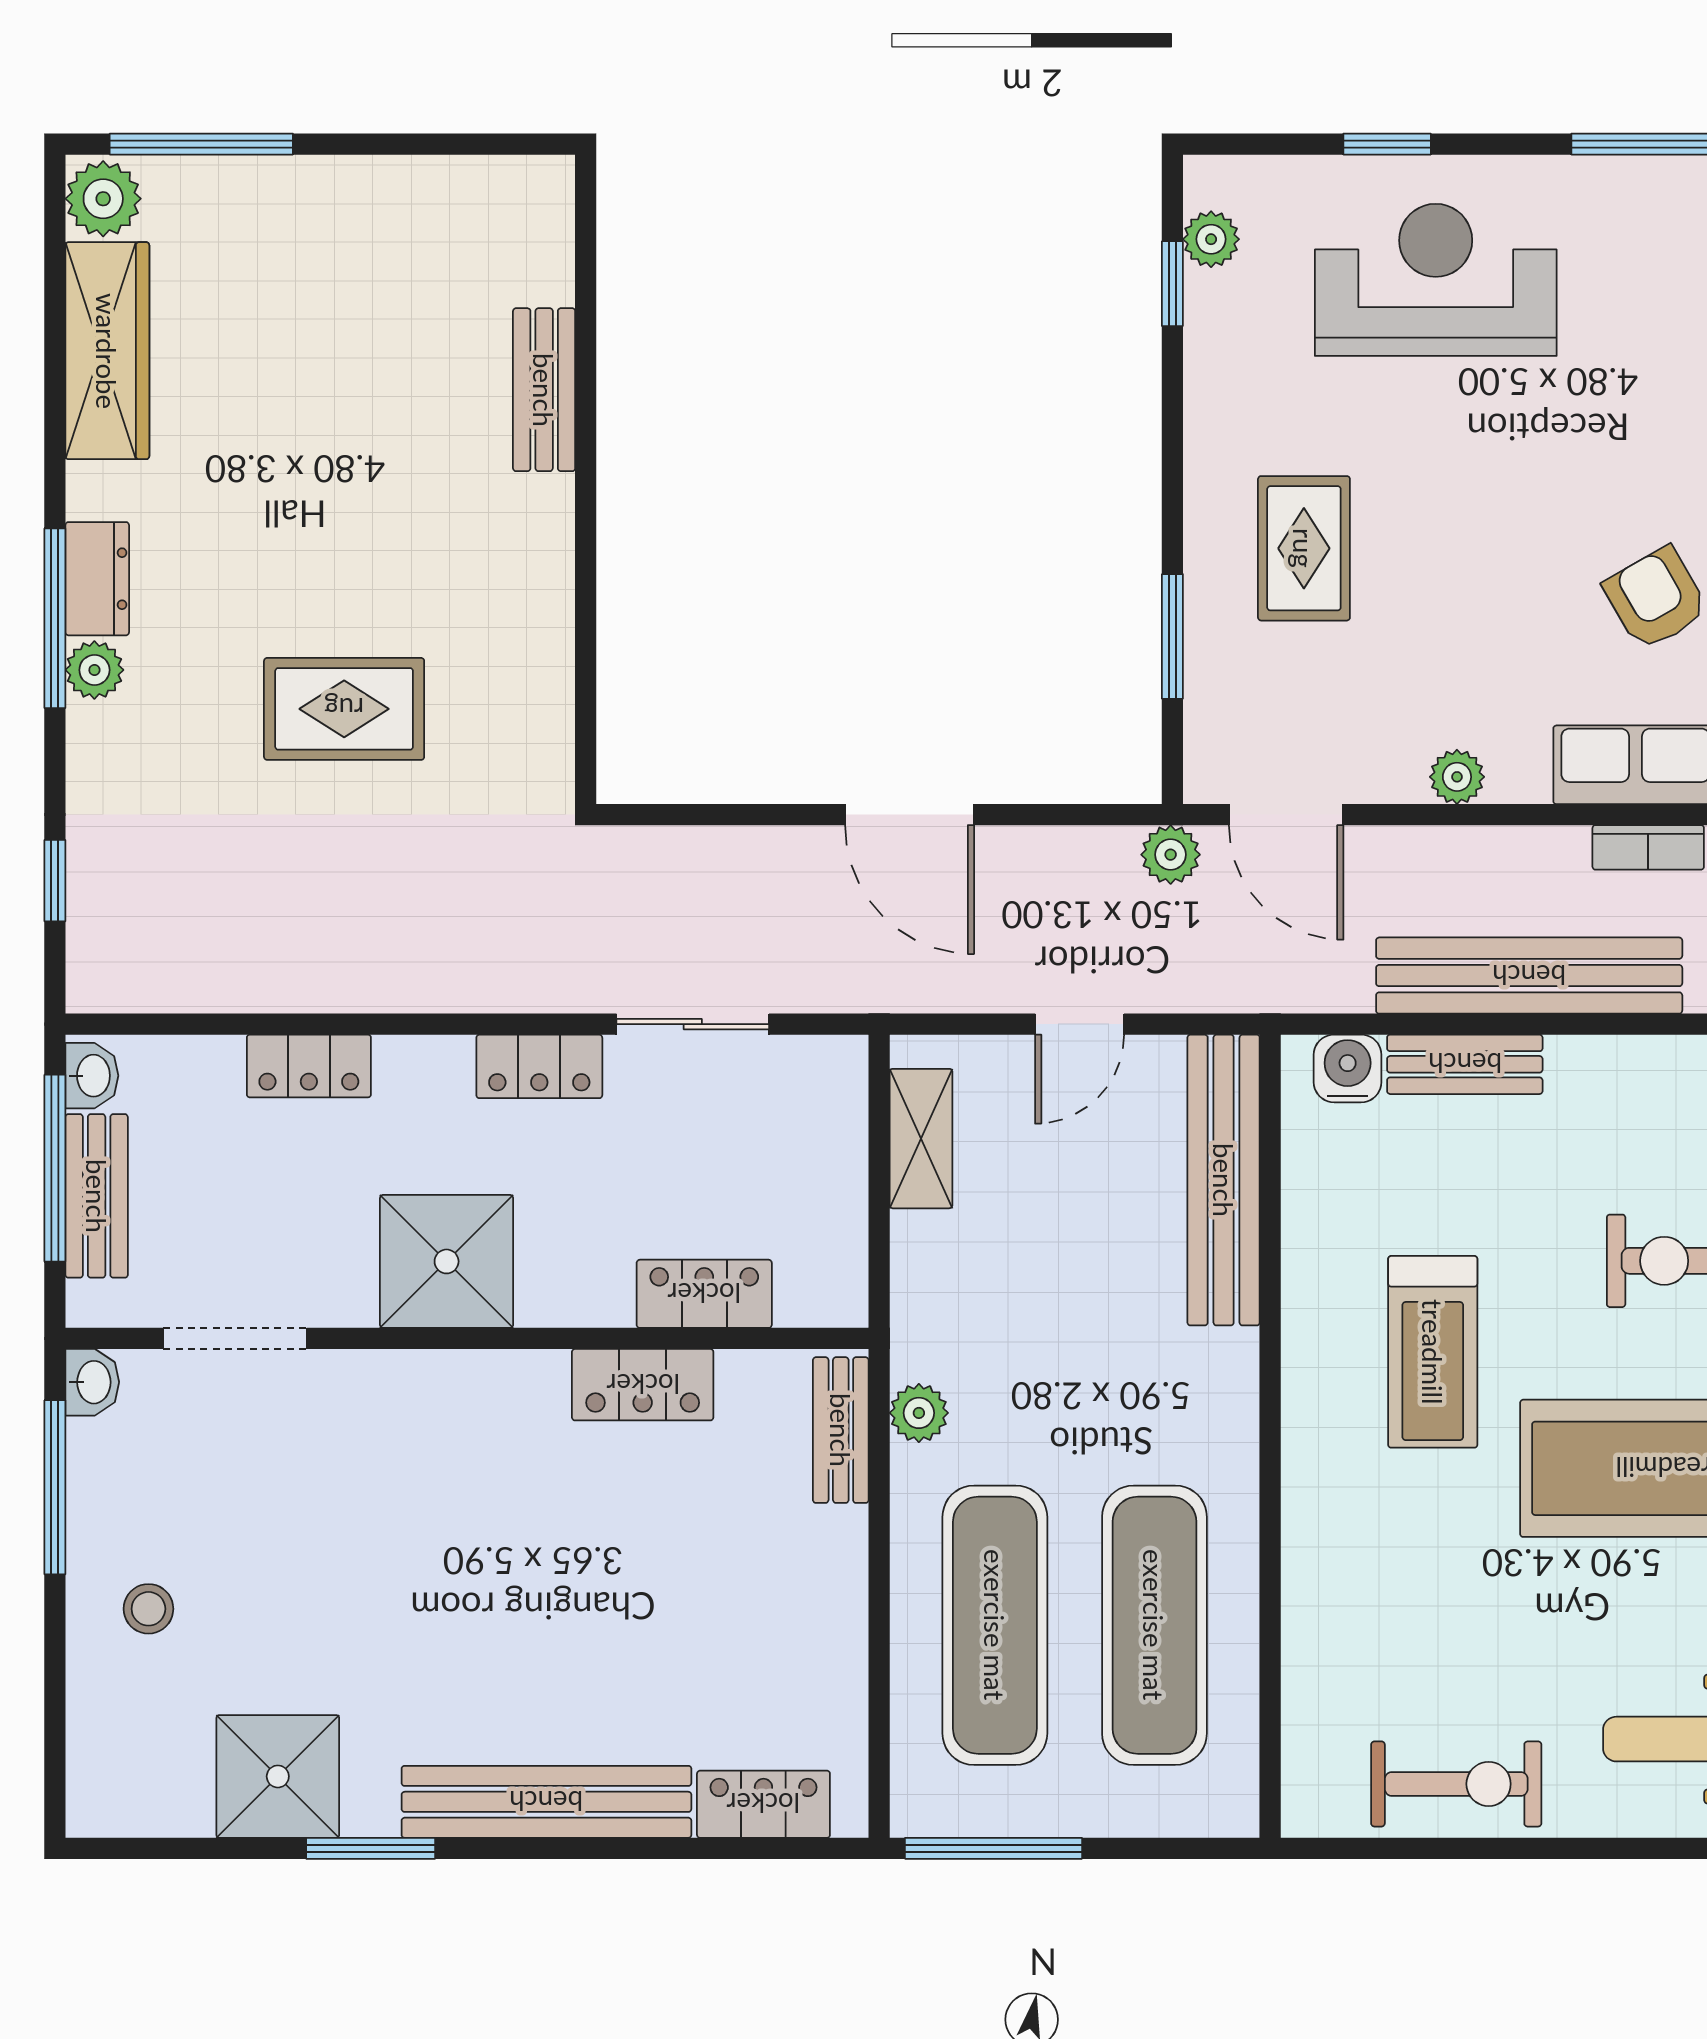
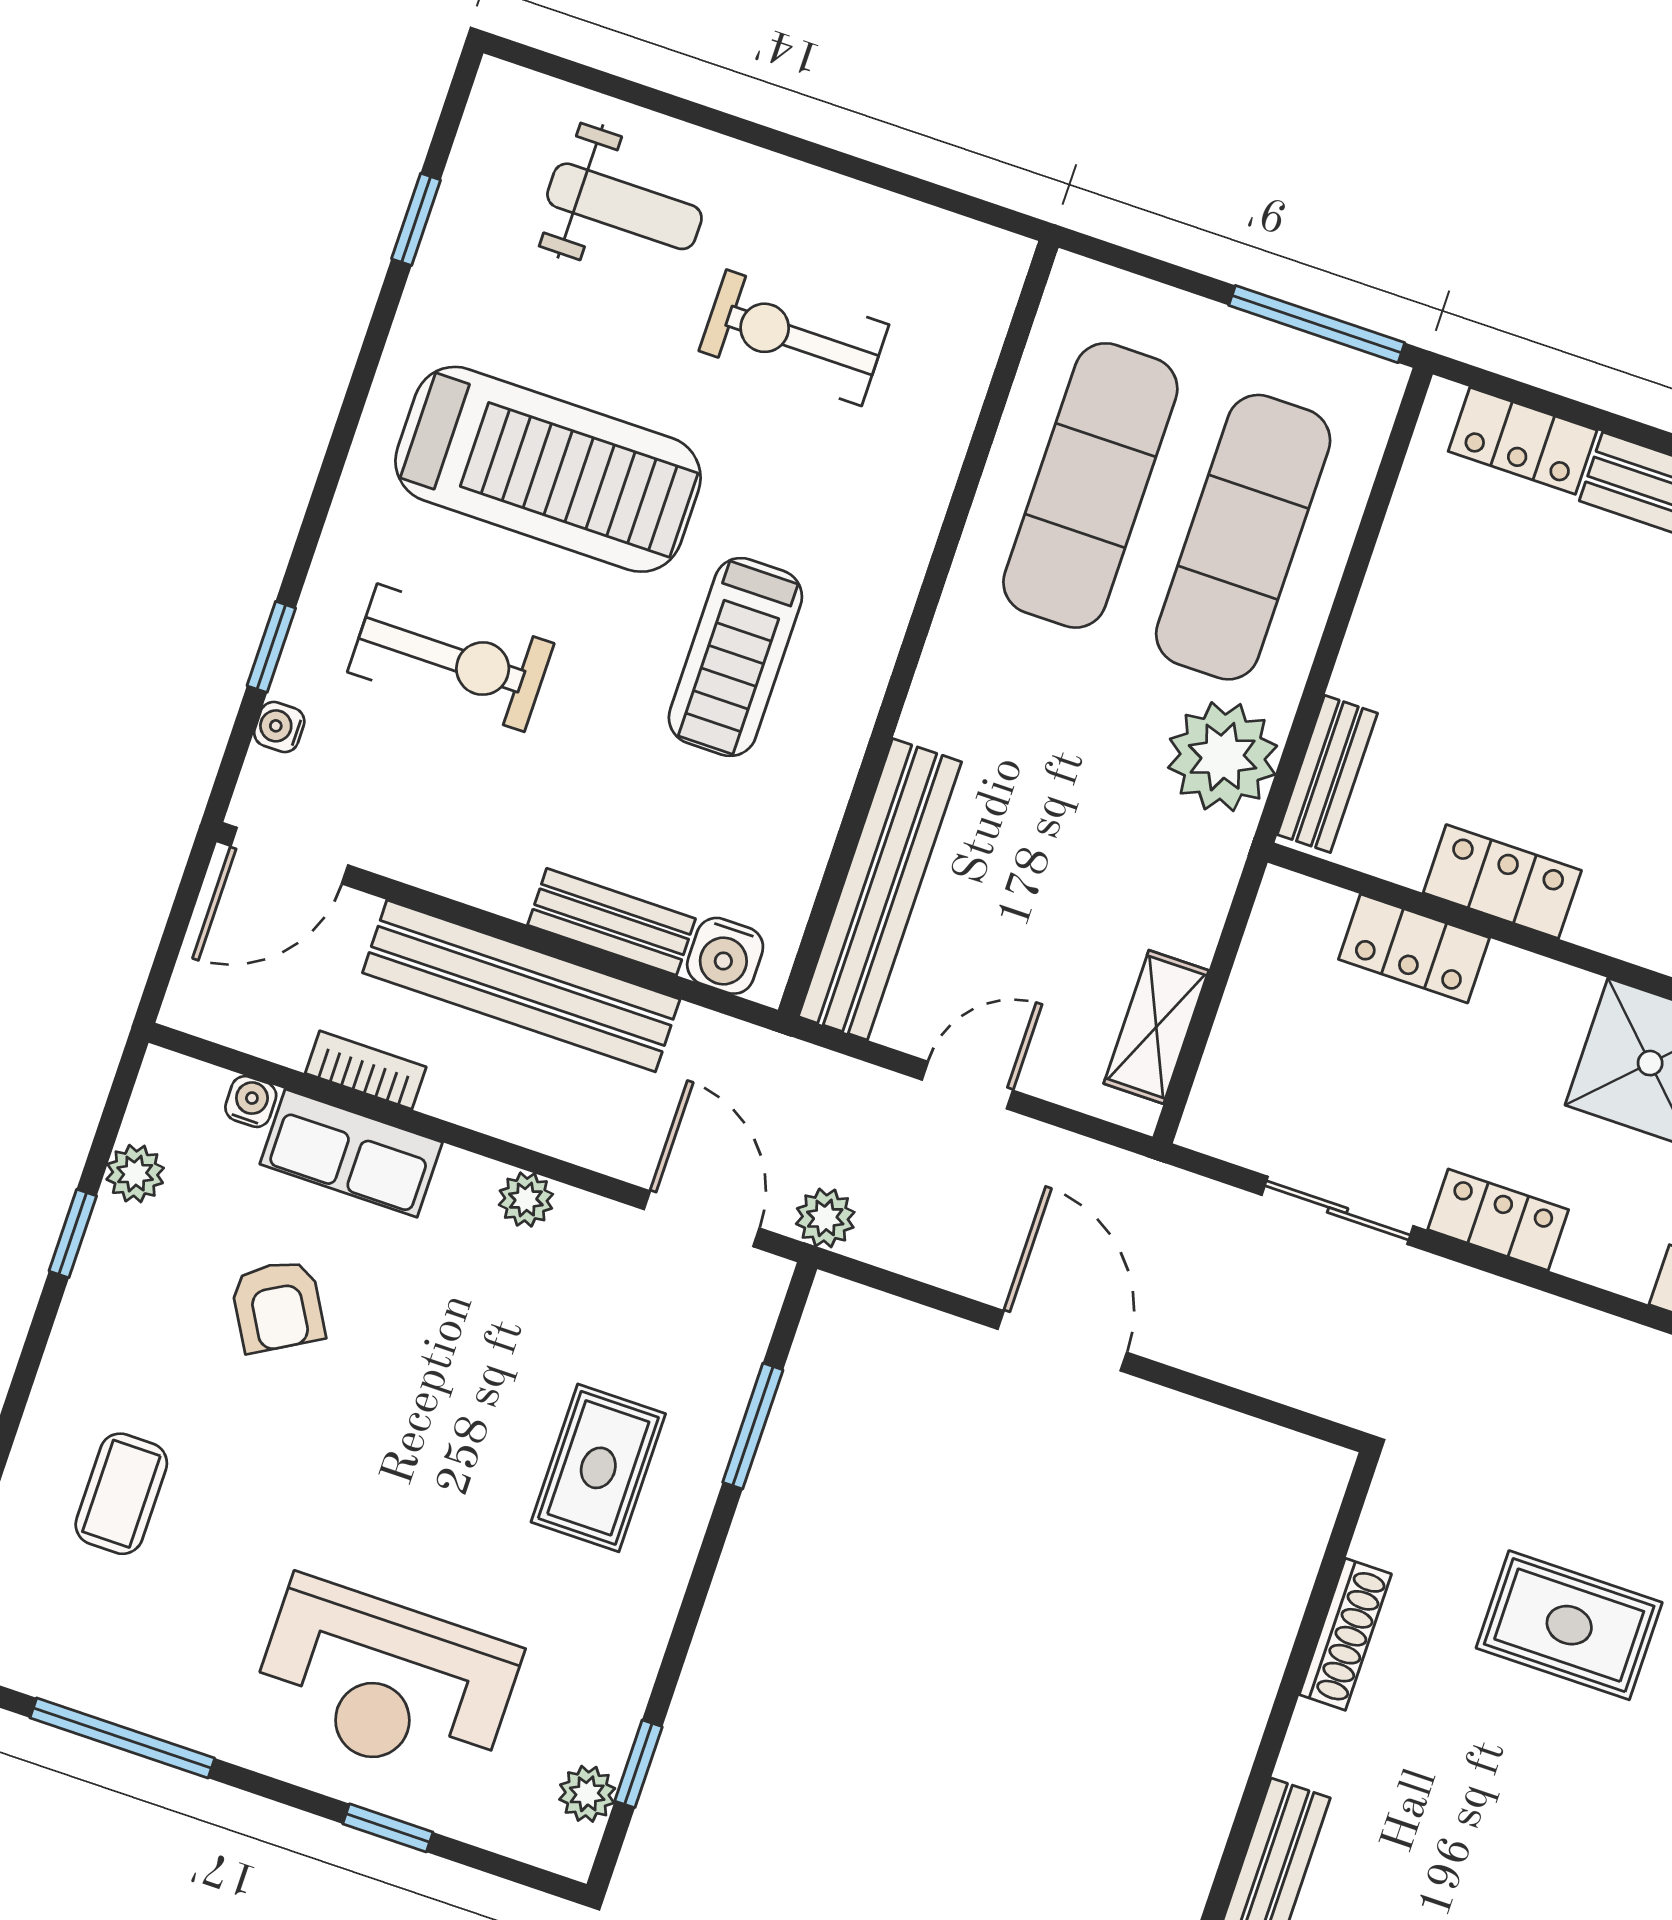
shoe rack: (551, 629) -> (1345, 1634), added
treadmill: (1433, 1352) -> (735, 657), turned 180
plant: (919, 1413) -> (1223, 757), width x1.88, depth x1.88
exercise bike: (1456, 1784) -> (794, 338), moved

